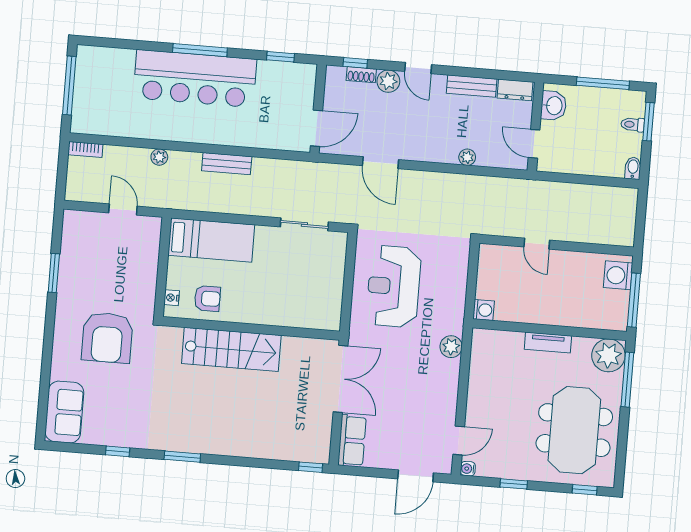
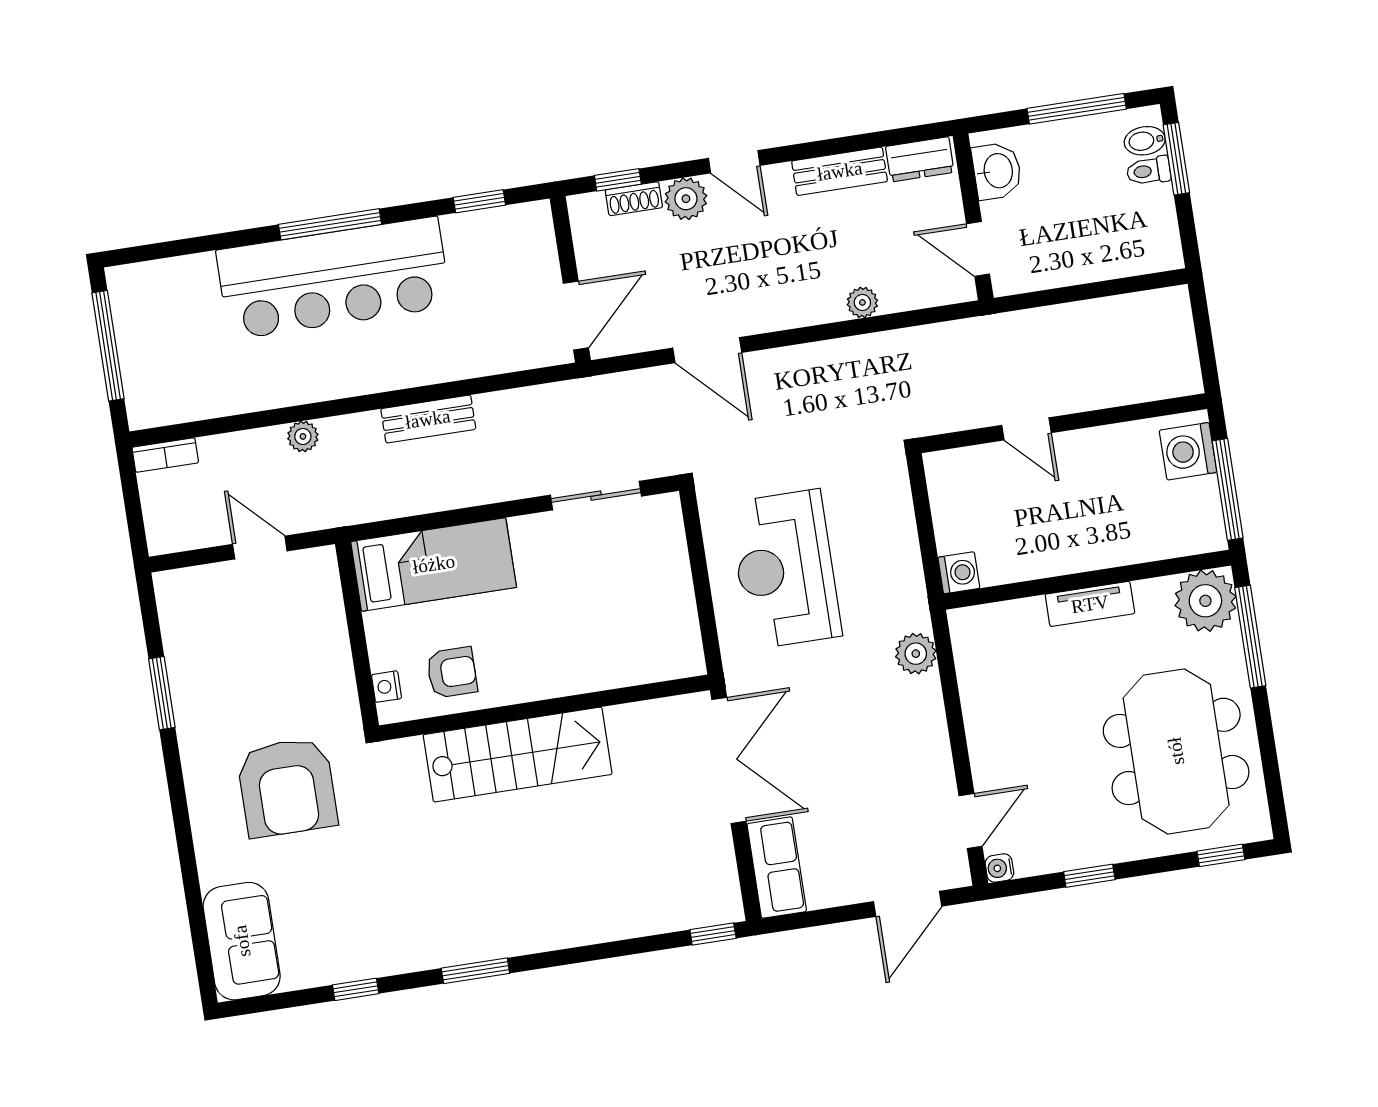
bidet: (633, 168) -> (1145, 141), moved, turned -90

